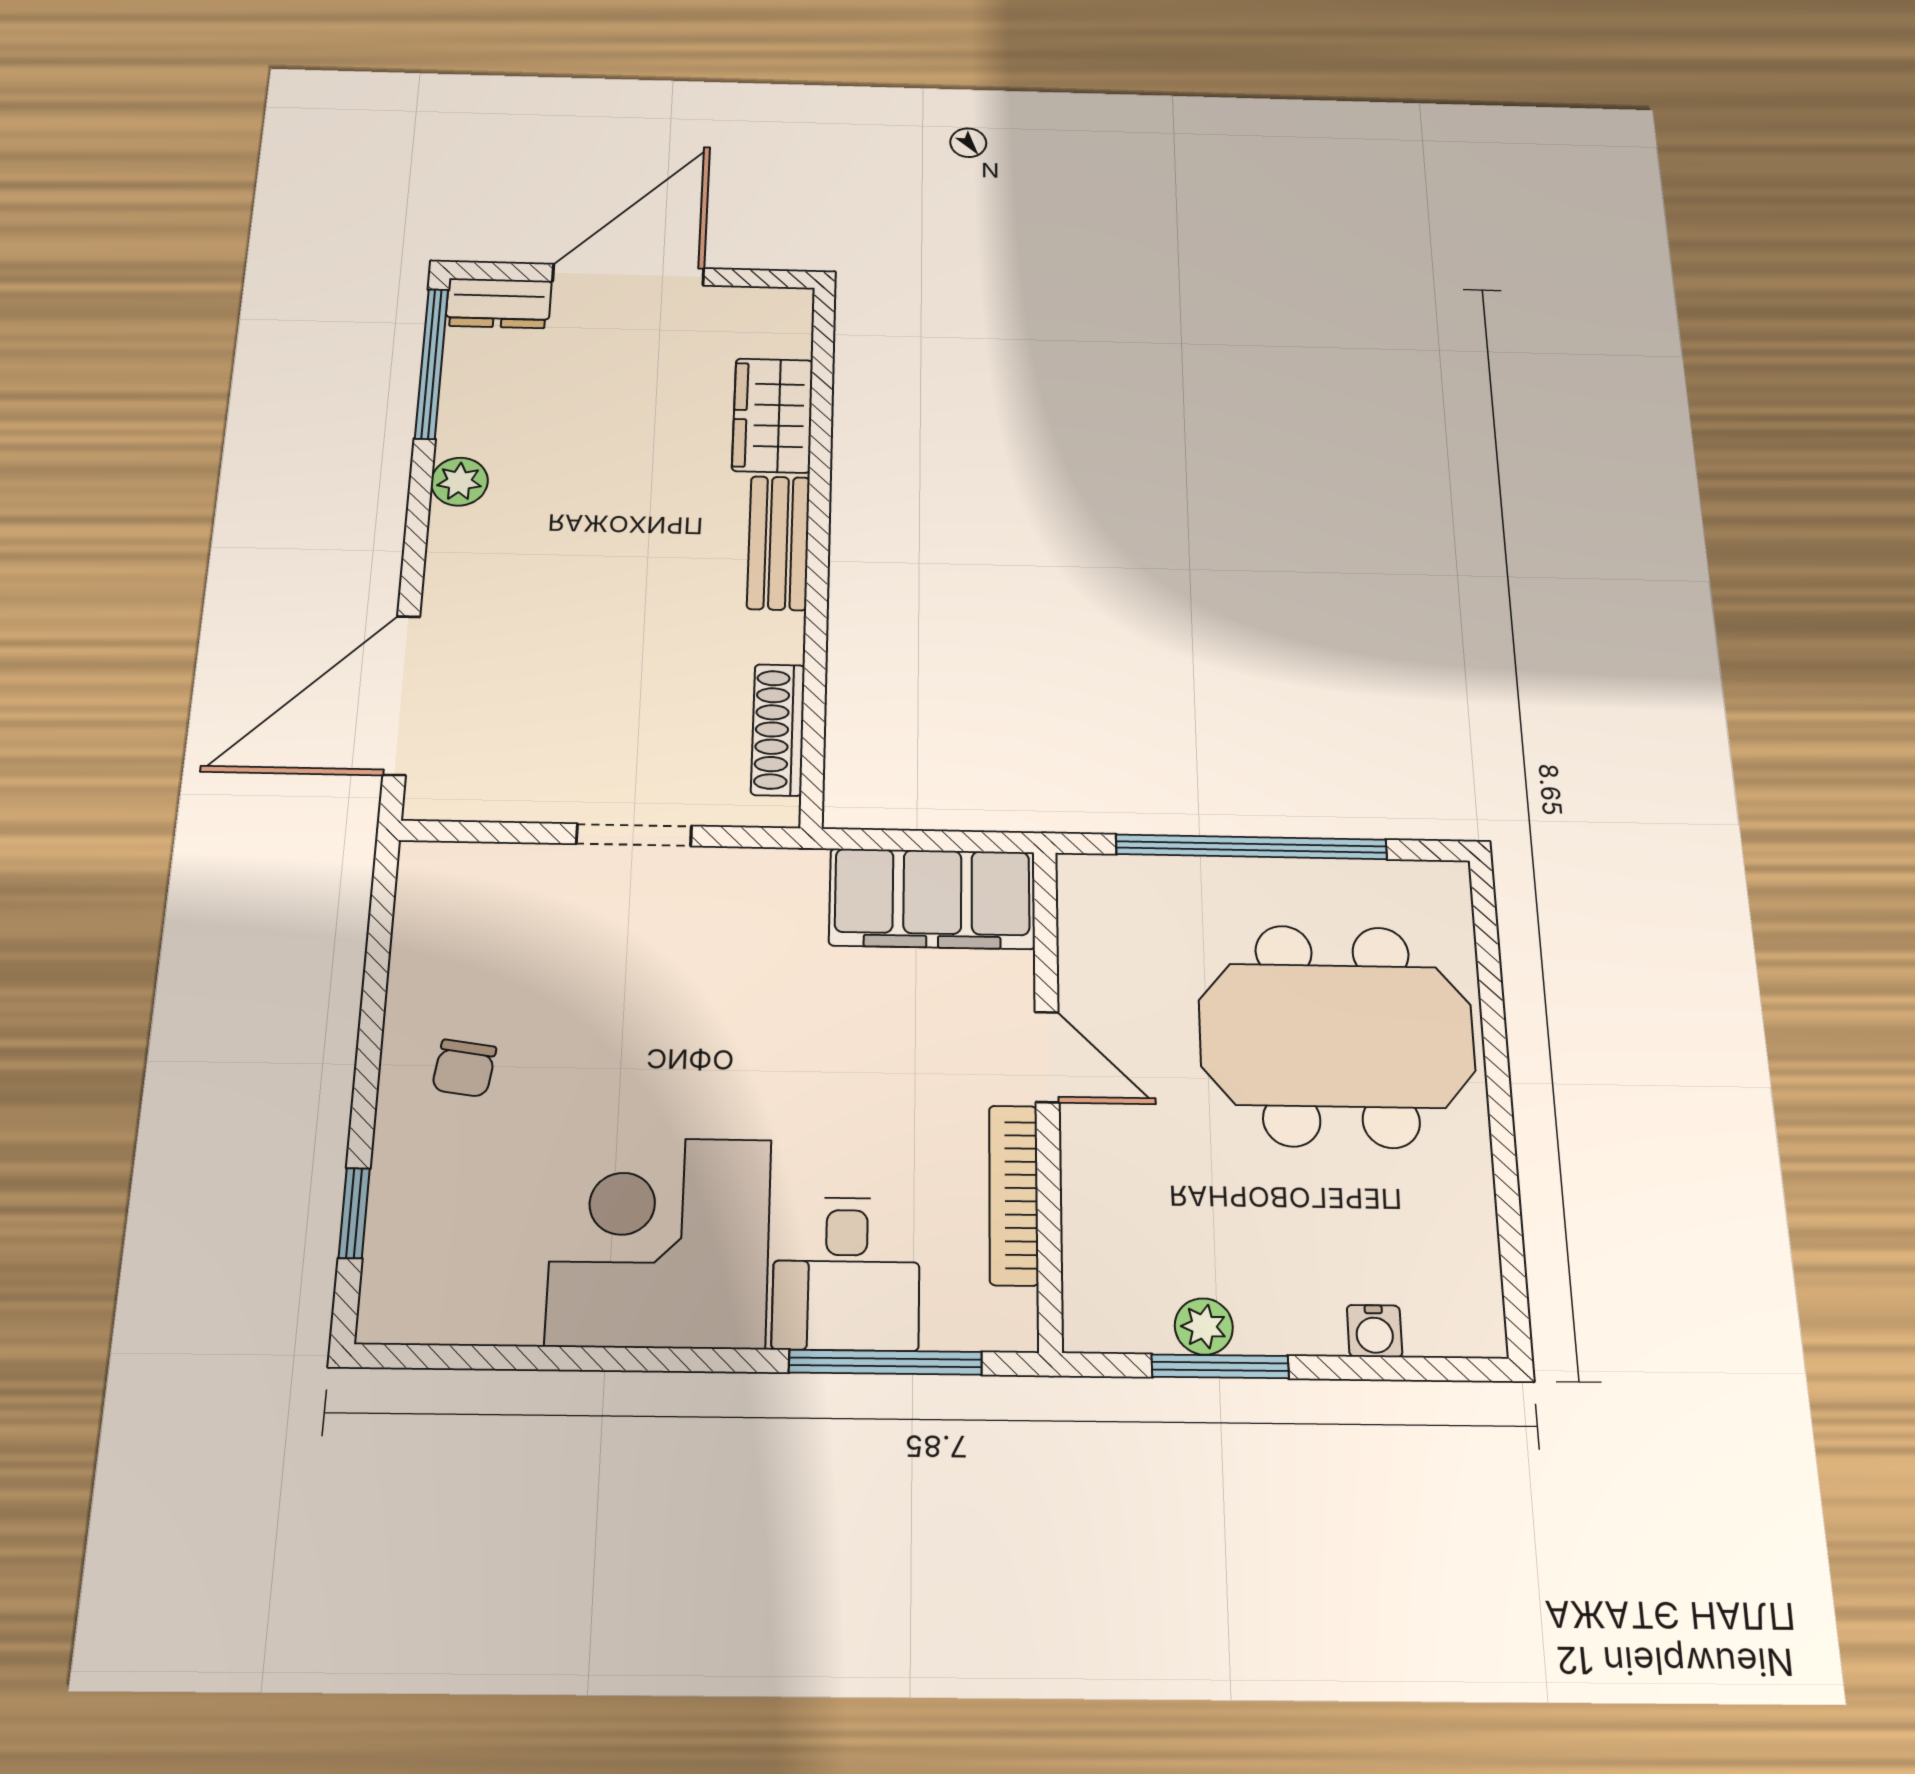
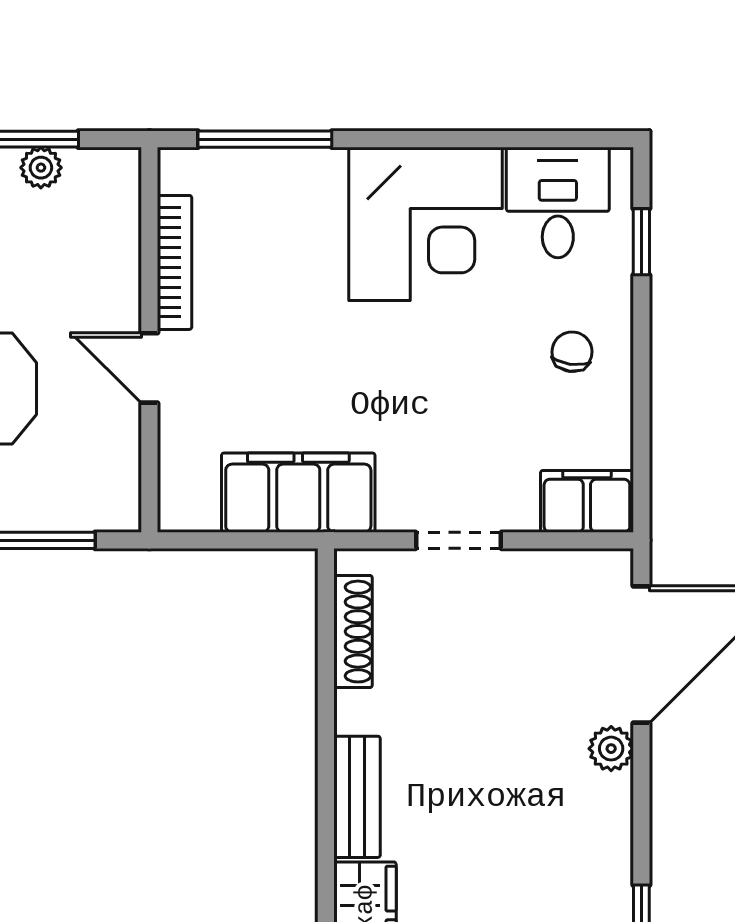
plant: (459, 482) -> (611, 749), moved
filing cabinet: (458, 879) -> (587, 501), added
filing cabinet: (932, 899) -> (298, 493), moved
desk: (846, 1274) -> (558, 203), moved

